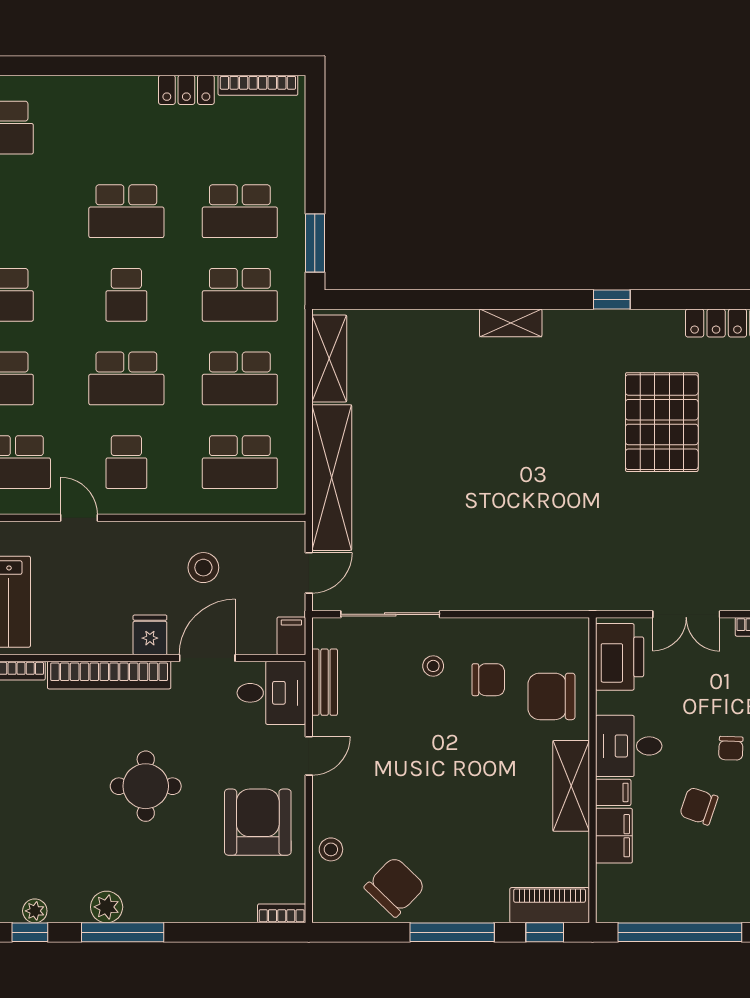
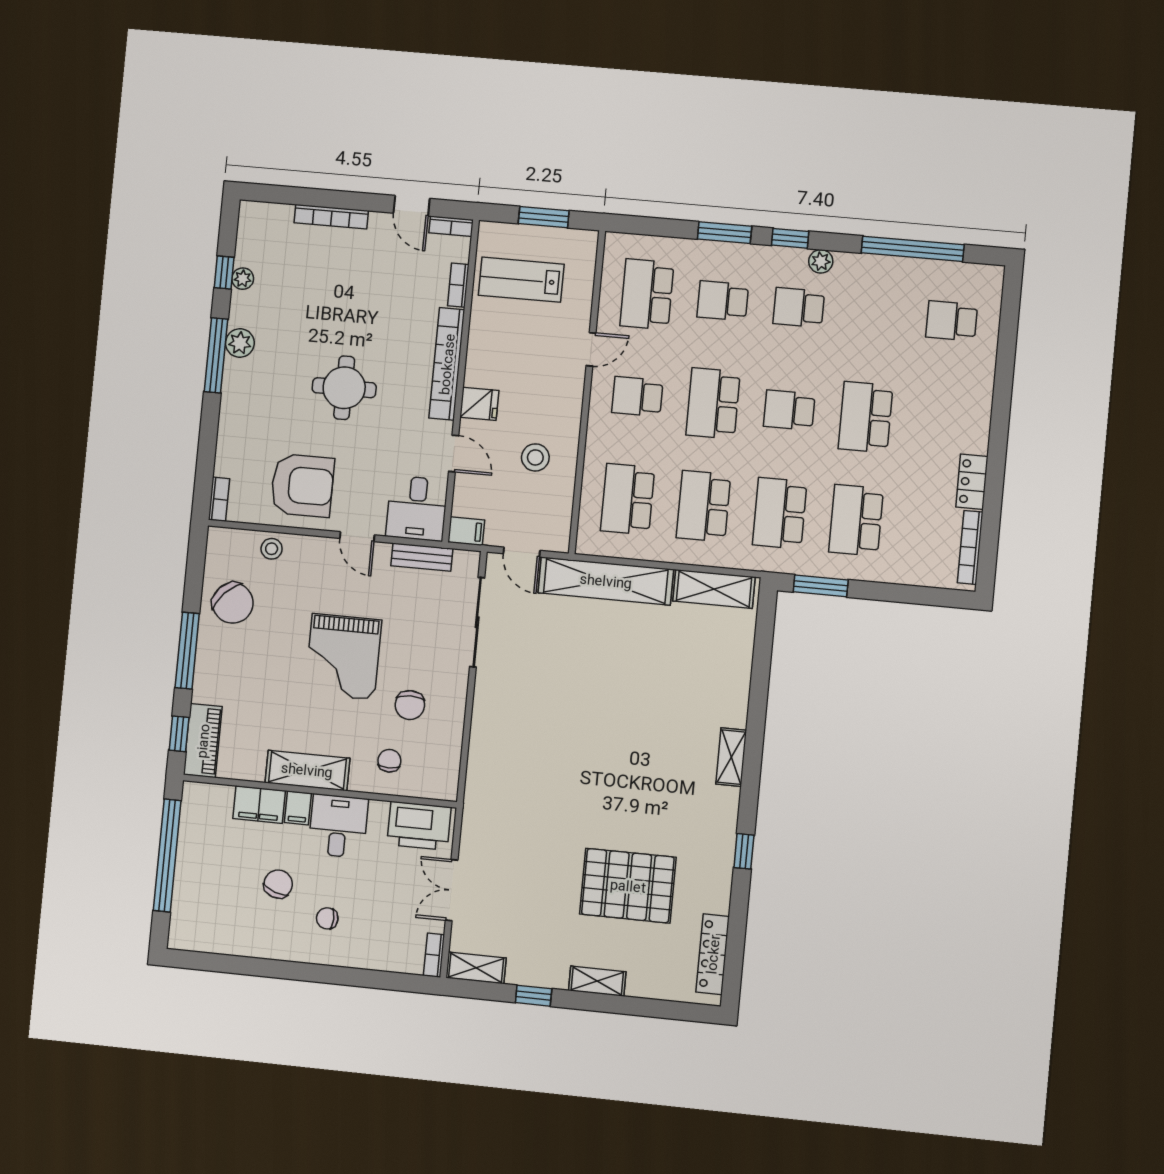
door: (207, 658) -> (454, 453), width x0.73
stool: (433, 666) -> (427, 657), removed
chair: (551, 696) -> (389, 761), width x0.54, depth x0.54
grand piano: (442, 758) -> (343, 657), added

